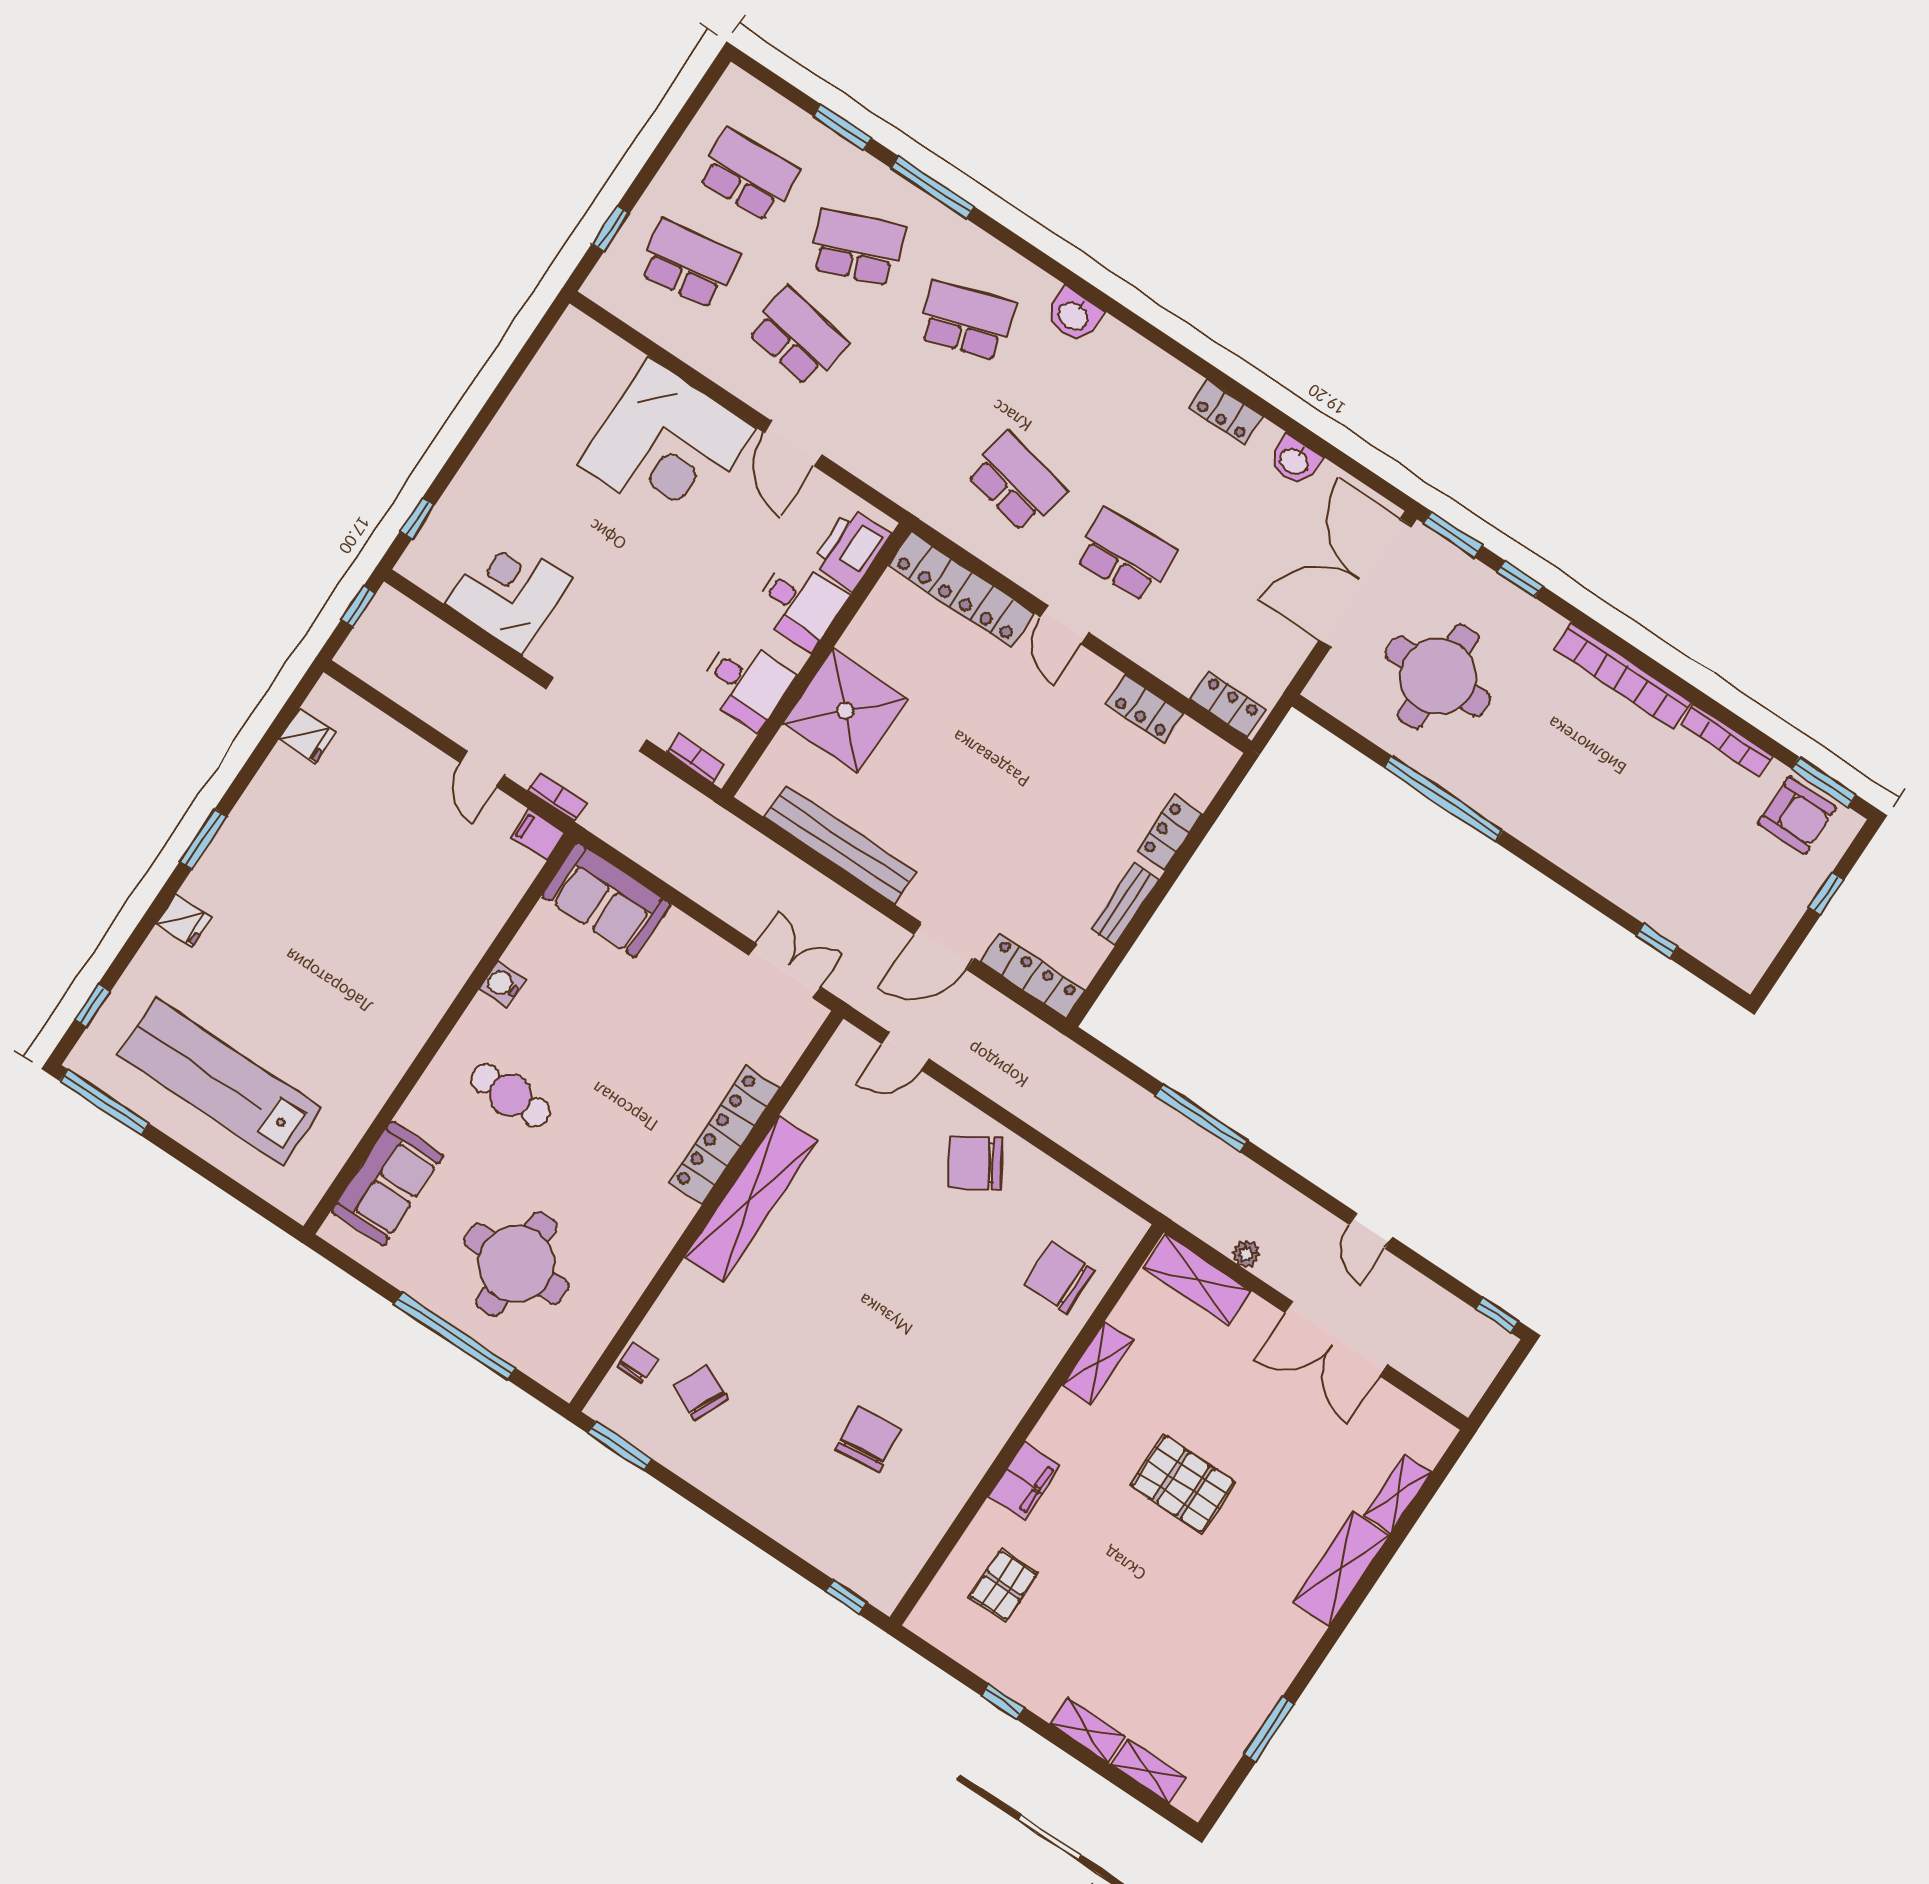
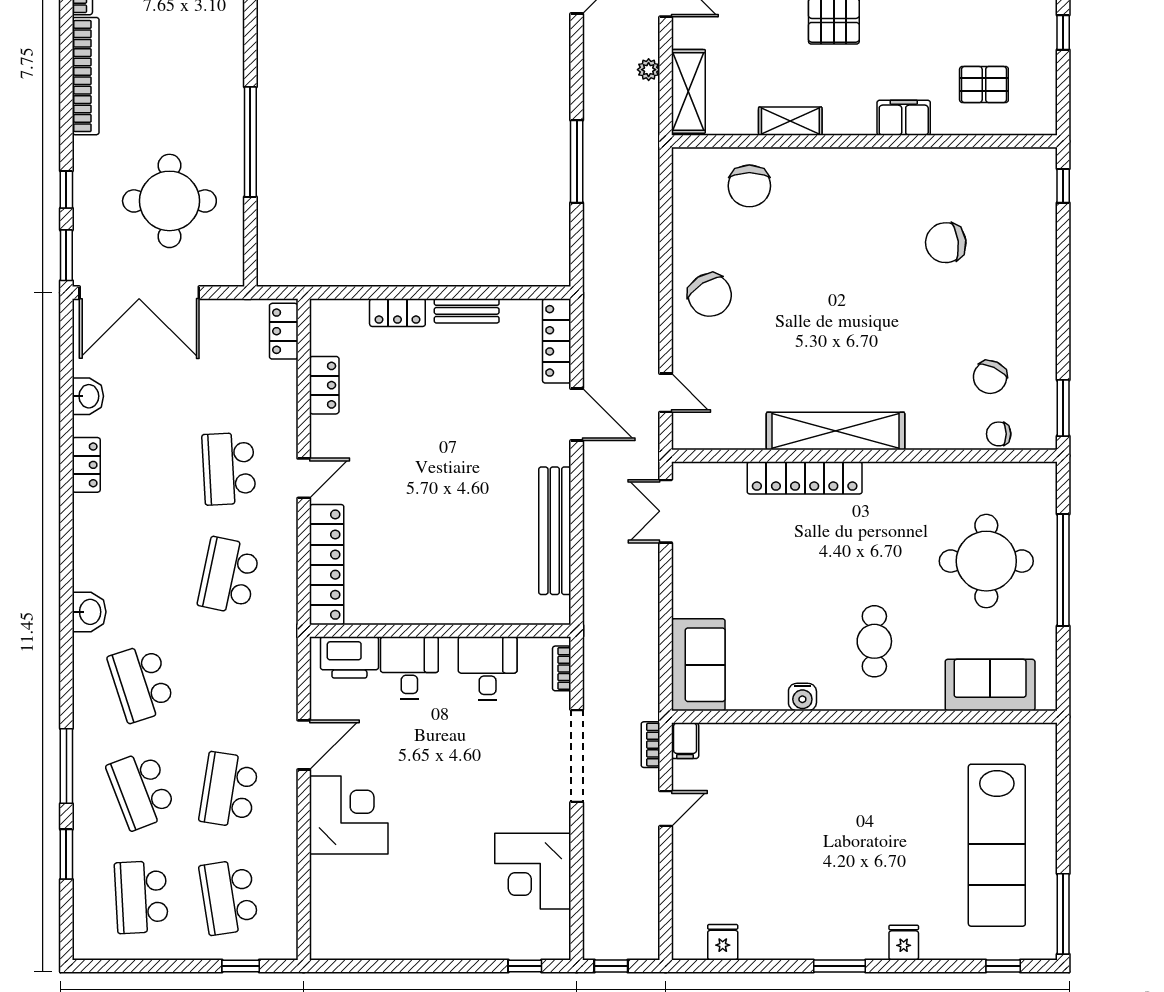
corner desk: (667, 446) -> (349, 815), width x0.74, depth x0.74
shower: (845, 711) -> (462, 588), removed

